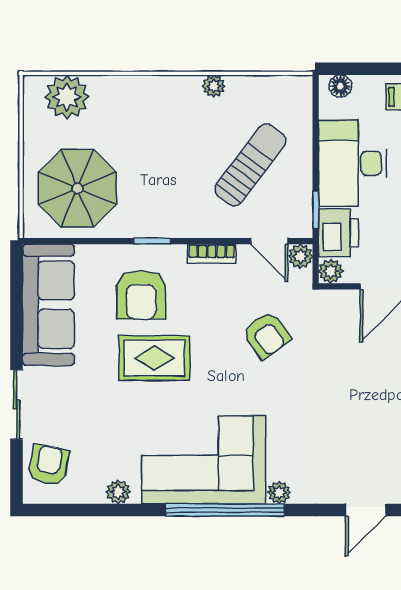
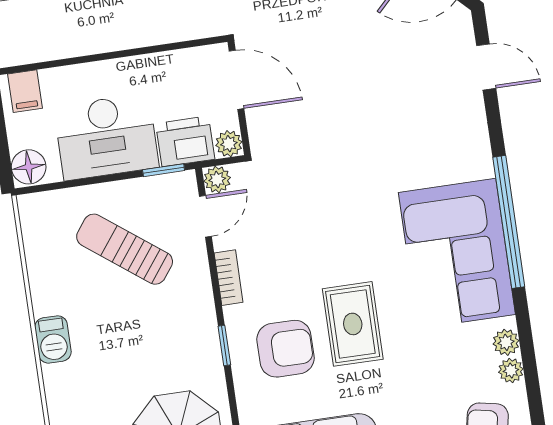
plant: (214, 86) -> (44, 302), removed
floor lamp: (340, 86) -> (29, 167), width x1.37, depth x1.37
barbecue: (179, 89) -> (53, 339), added
armchair: (266, 335) -> (309, 204), removed
plant: (279, 493) -> (511, 371), moved

